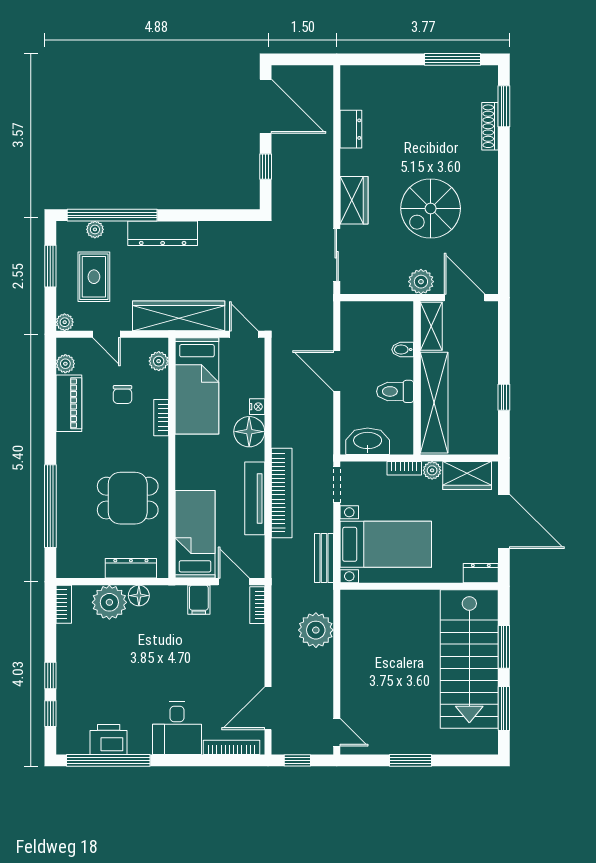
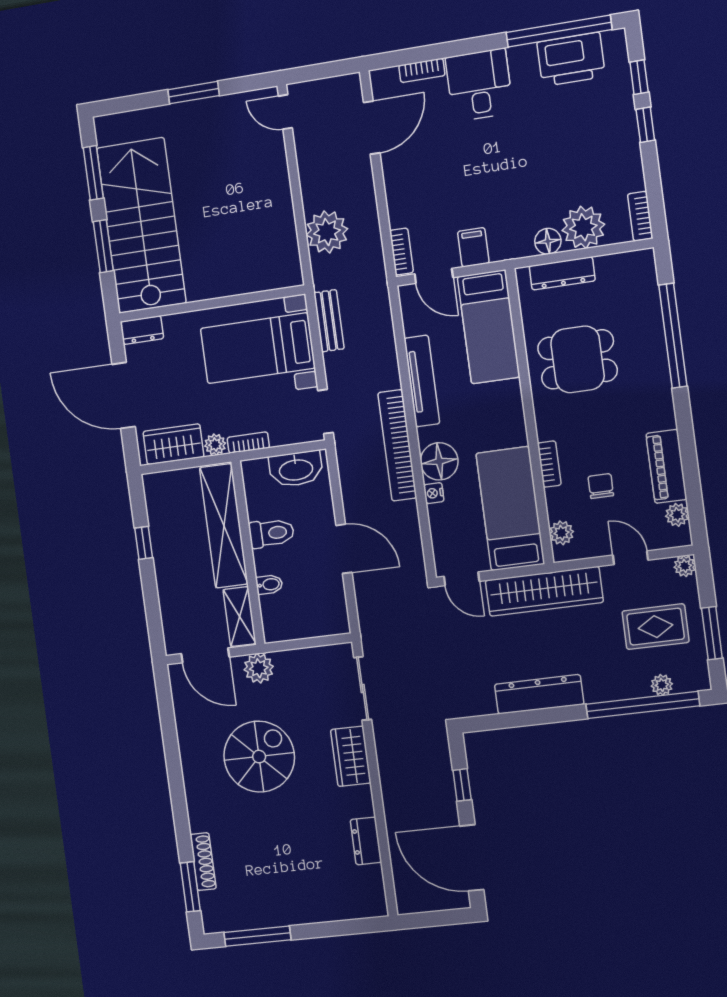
dresser: (163, 233) -> (539, 694), moved
rug: (94, 277) -> (656, 627), turned 90
bookcase: (282, 493) -> (397, 445), moved
printer: (109, 739) -> (571, 59), width x1.37, depth x1.19
bookcase: (231, 747) -> (422, 70), width x0.64
window: (297, 760) -> (328, 70), removed

